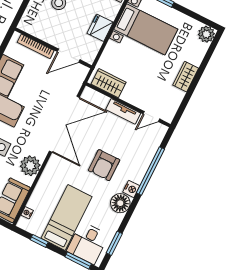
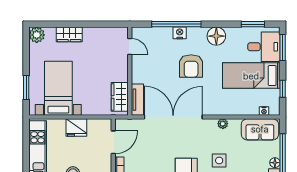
door: (69, 56) -> (113, 142), hinge flipped
wardrobe: (186, 77) -> (69, 34), moved
tv unit: (123, 111) -> (137, 100), moved
armchair: (104, 165) -> (191, 66), turned 90
plant: (30, 166) -> (223, 124), width x0.53, depth x0.53
nightstand: (131, 189) -> (180, 33), moved

